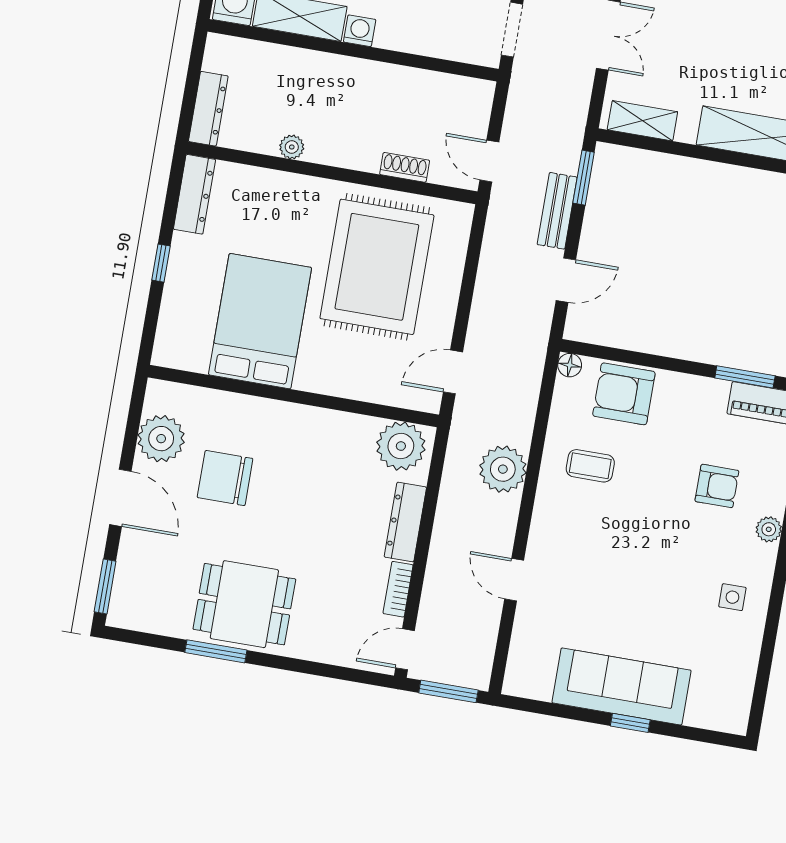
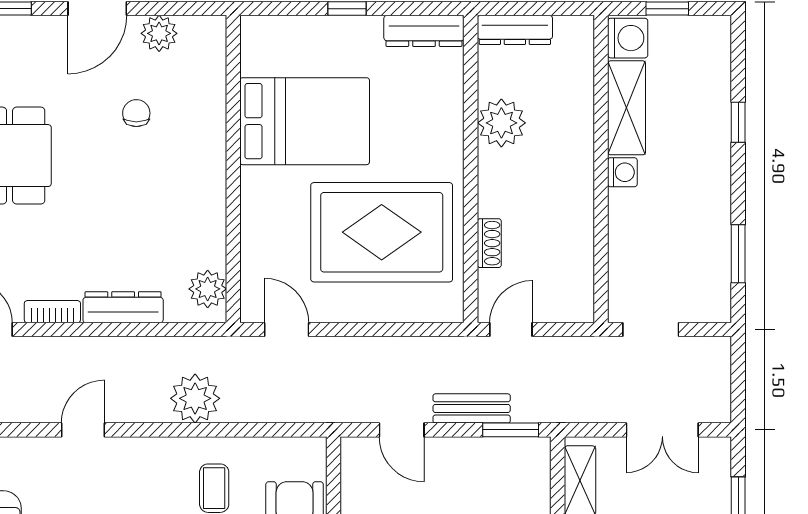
plant: (292, 147) -> (501, 123), width x1.88, depth x1.88
floor lamp: (570, 365) -> (314, 449), removed
plant: (161, 439) -> (159, 33), width x0.73, depth x0.73
plant: (401, 446) -> (208, 289), width x0.73, depth x0.73
chair: (225, 478) -> (136, 113), width x0.54, depth x0.54

